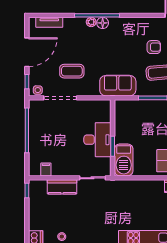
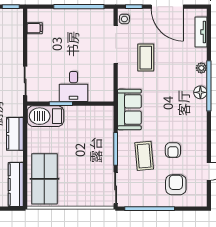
plant: (91, 22) -> (201, 68), moved
desk: (97, 140) -> (74, 86), width x0.73
kitchen counter: (62, 187) -> (15, 134), moved

